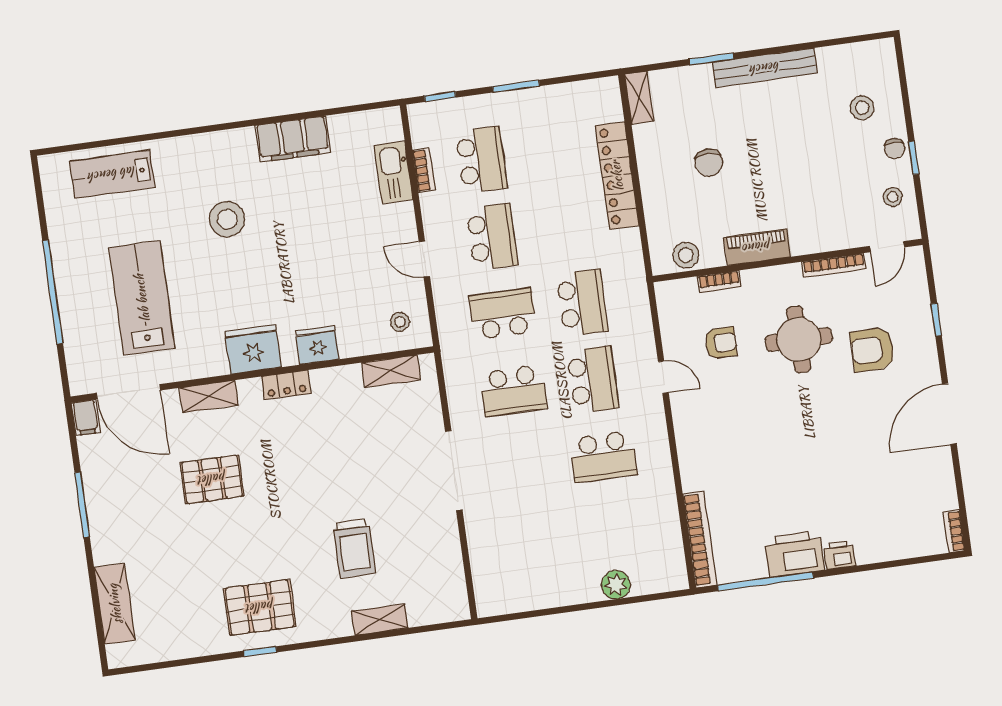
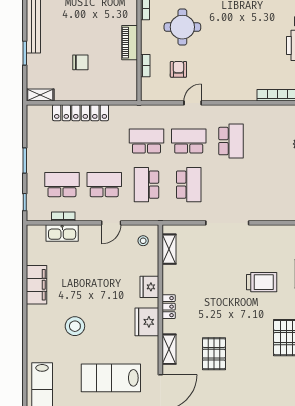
stool: (686, 255) -> (129, 82), removed

